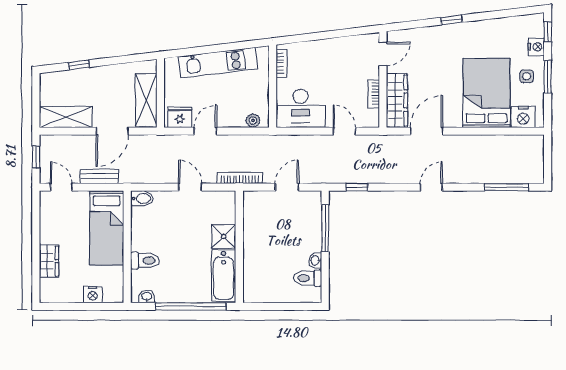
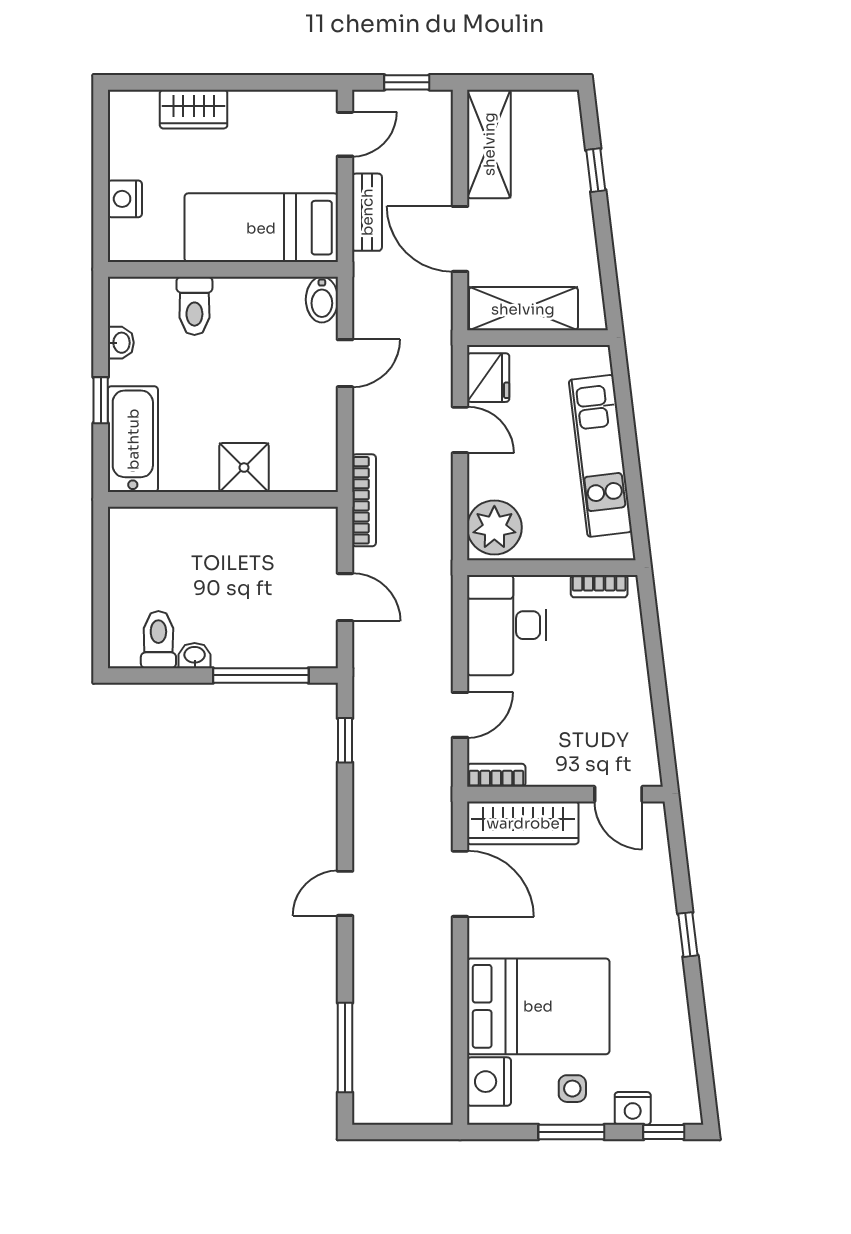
bookcase: (374, 94) -> (496, 775), moved
plant: (253, 120) -> (494, 527), width x1.88, depth x1.88
door: (190, 187) -> (345, 363), moved
door: (431, 187) -> (345, 893), swing flipped
bathtub: (224, 276) -> (133, 439), moved, turned 90
washbasin: (147, 296) -> (121, 343), moved
window: (191, 306) -> (101, 400), width x0.32

